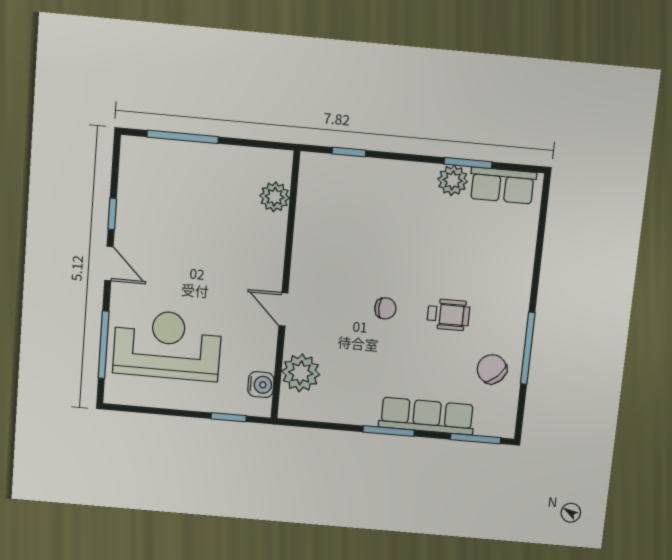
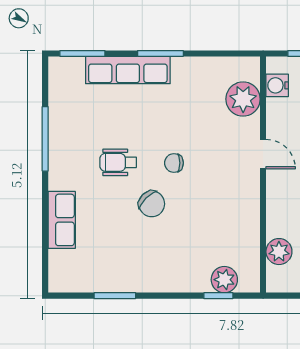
plant: (453, 180) -> (224, 280), moved
row of seats: (503, 185) -> (62, 220), moved, turned 90
chair: (492, 369) -> (152, 204), moved

